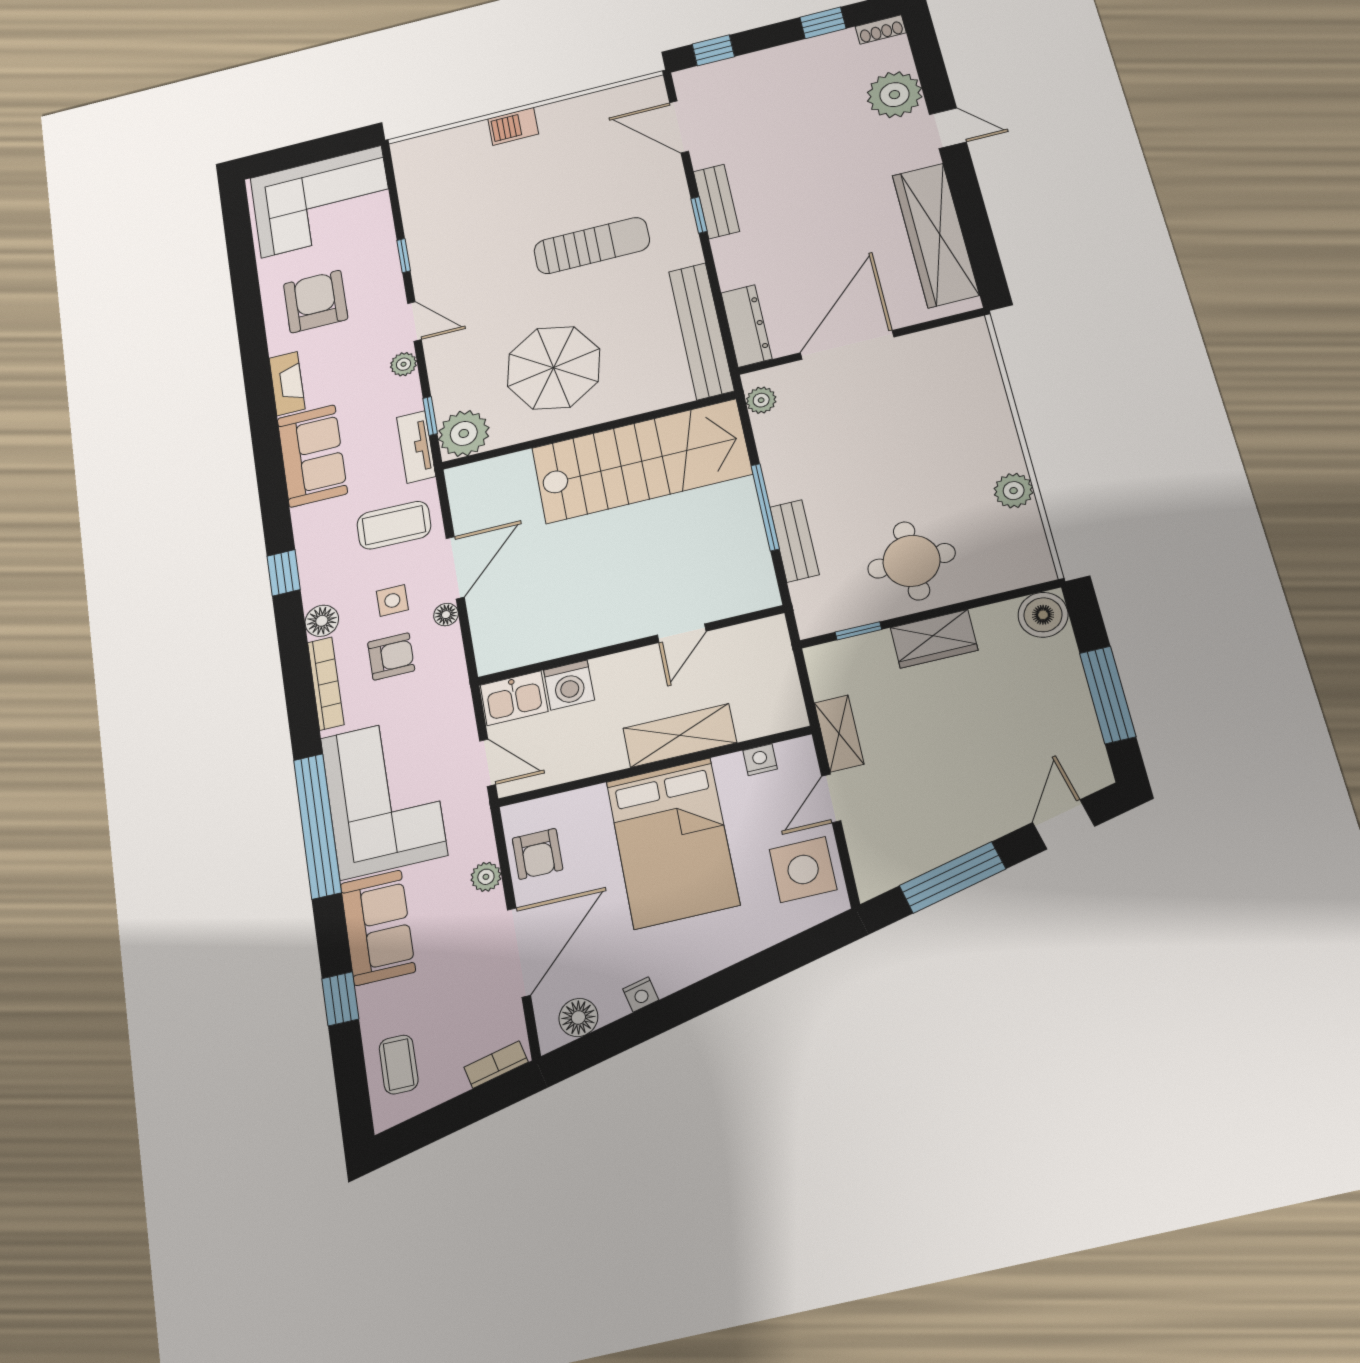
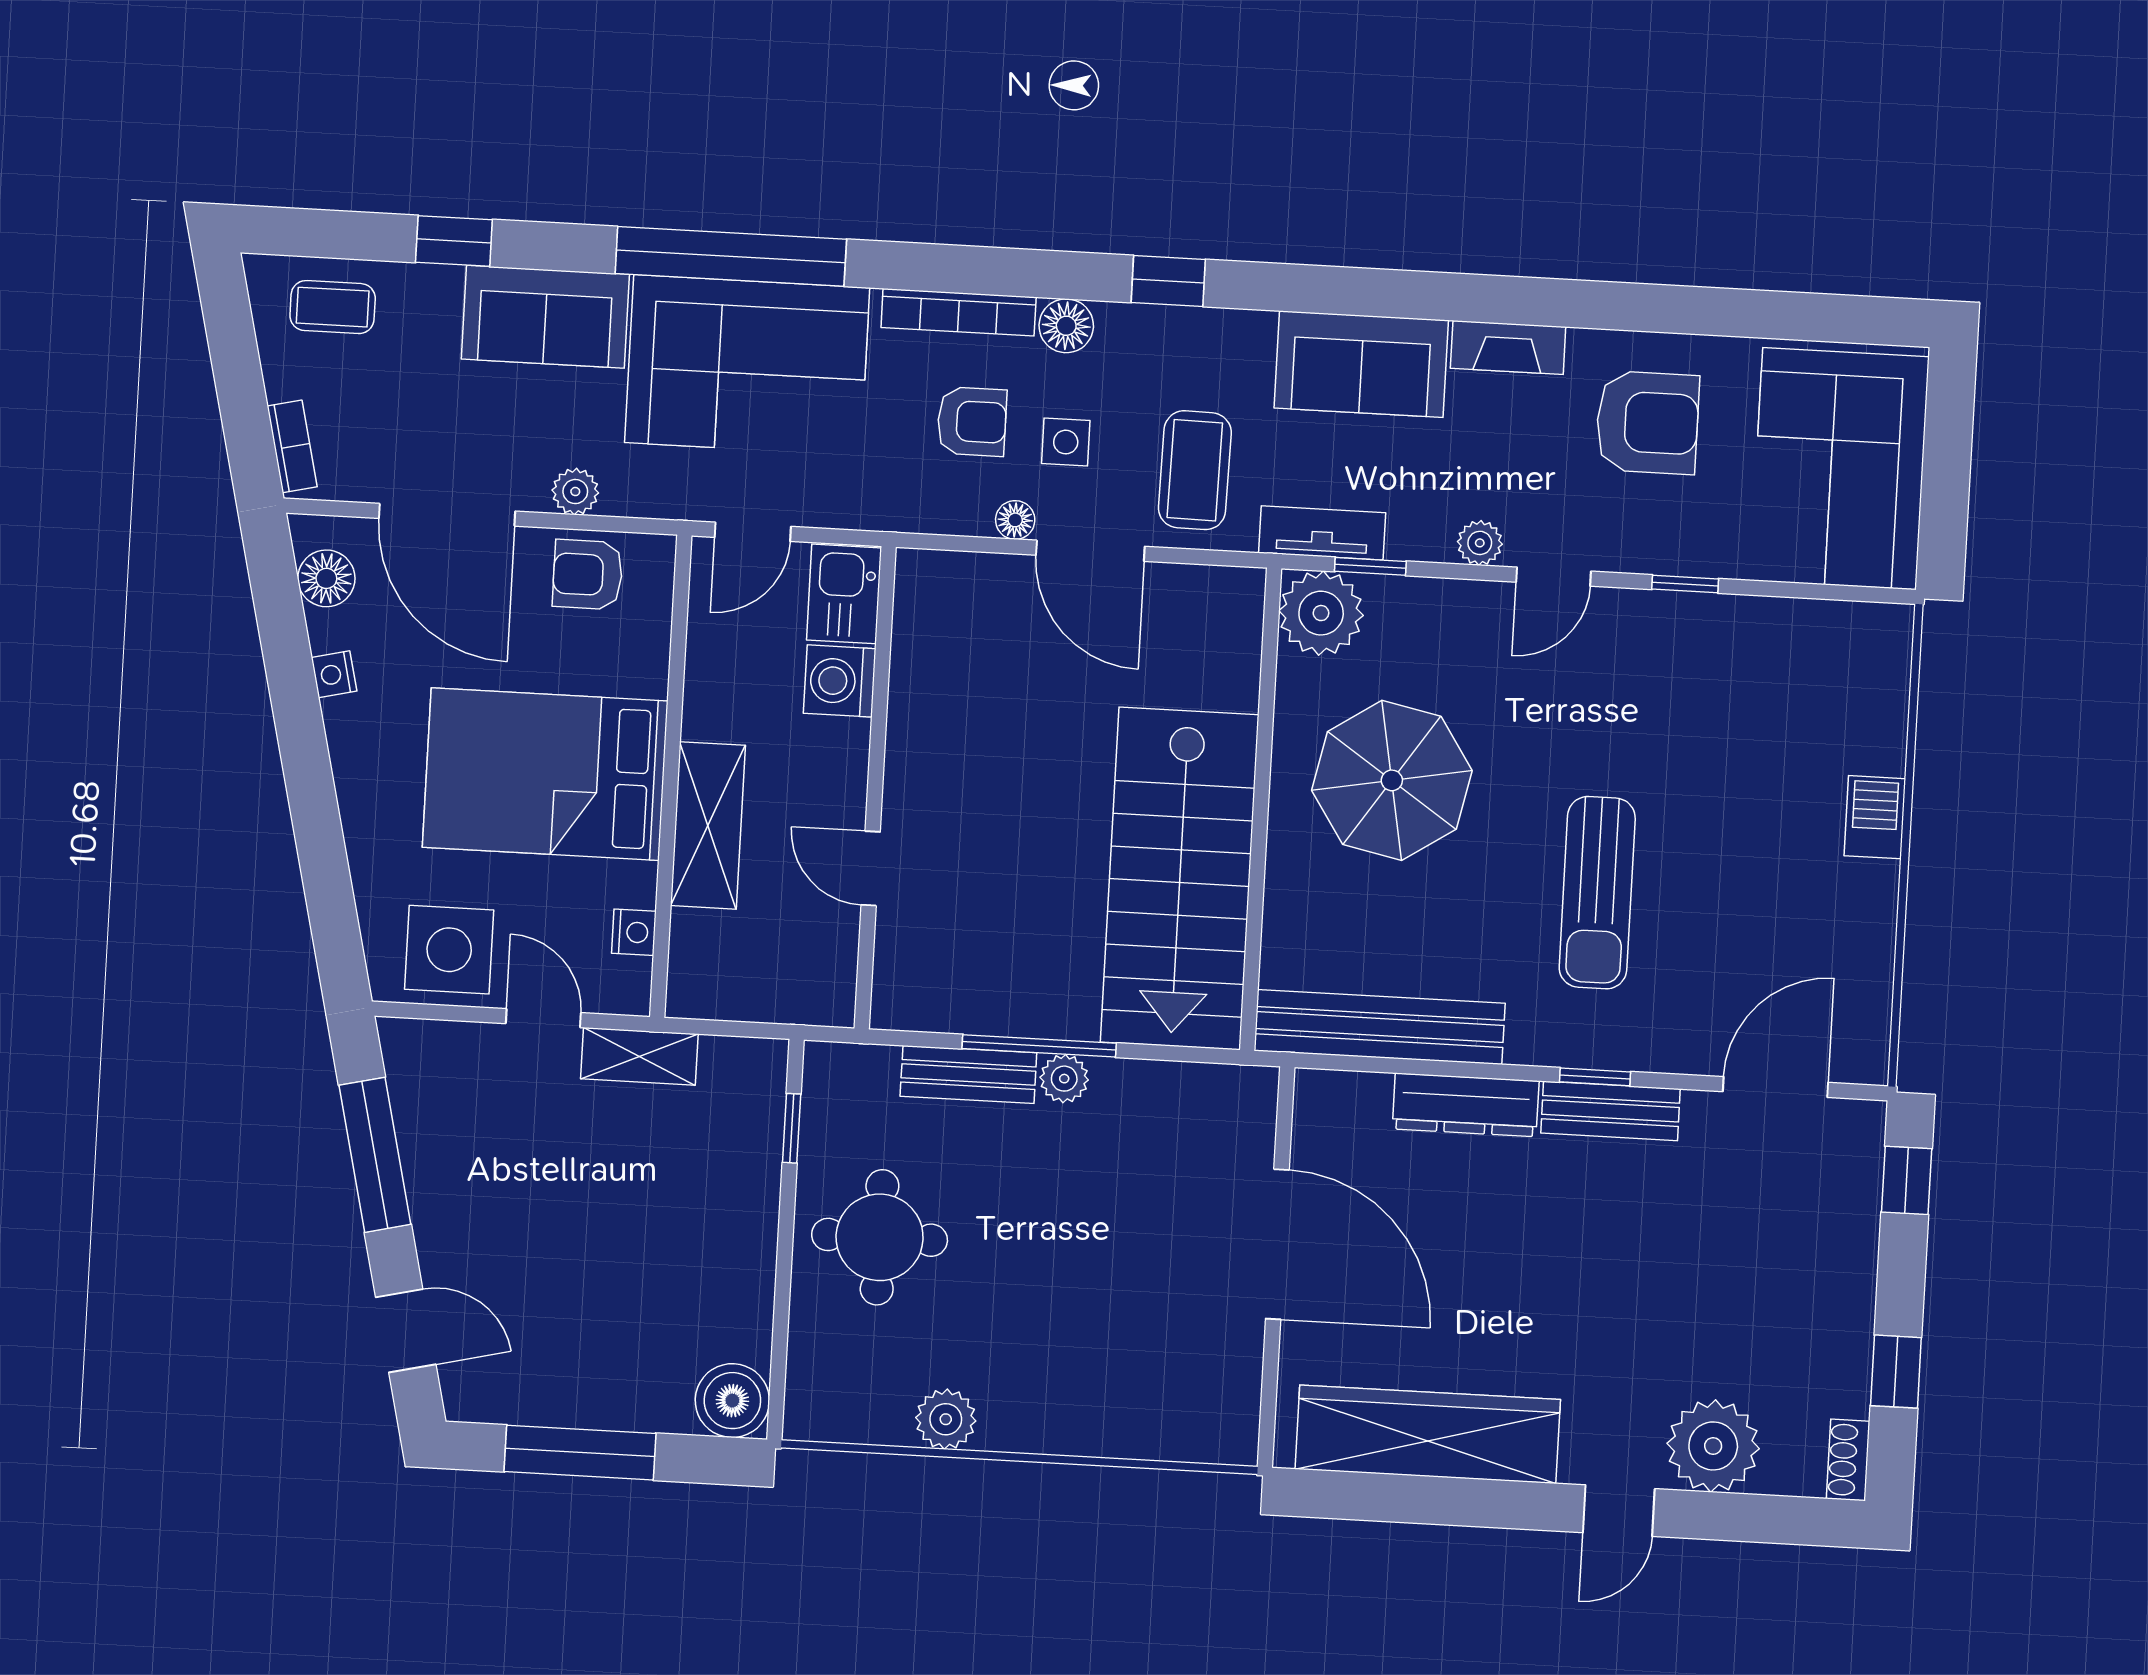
dresser: (746, 326) -> (1466, 1105), moved
plant: (761, 400) -> (1064, 1079), moved
wardrobe: (934, 639) -> (744, 1234), removed
armchair: (391, 656) -> (972, 422), turned -90

